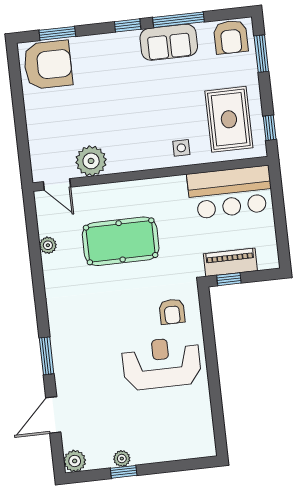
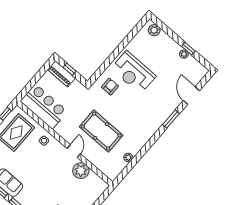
door: (57, 184) -> (74, 151), moved
piano: (230, 262) -> (61, 74), moved
window: (229, 279) -> (69, 69), moved
door: (53, 415) -> (191, 96), swing flipped
plant: (75, 461) -> (154, 30), moved

